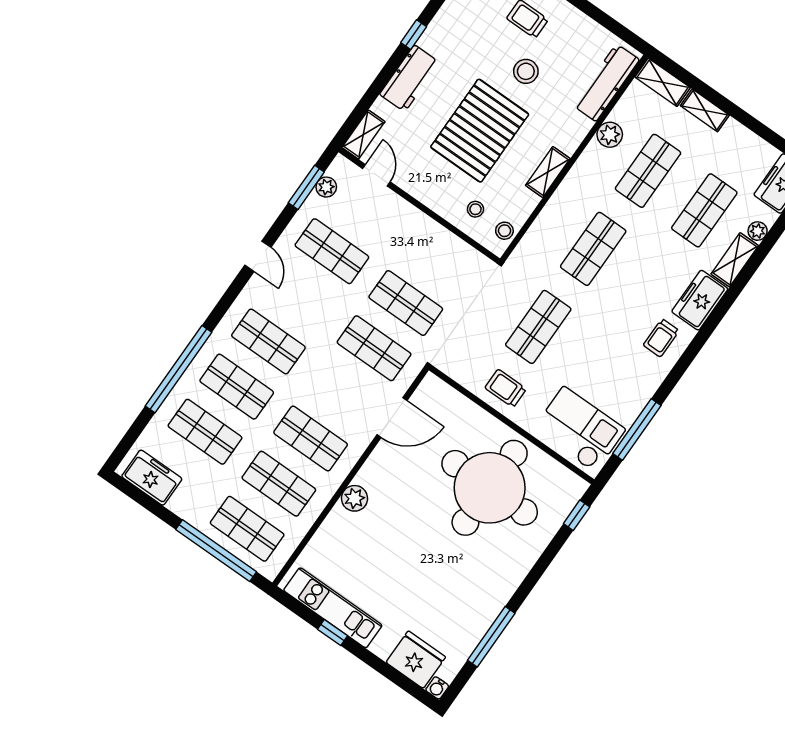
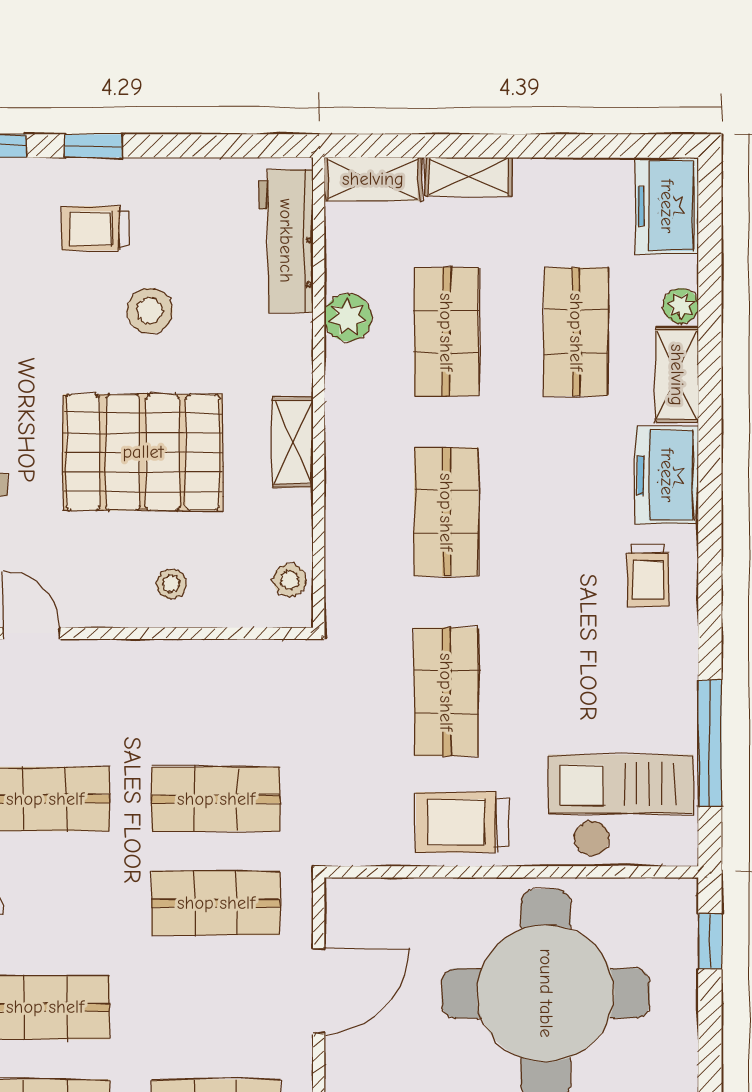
pallet: (480, 131) -> (143, 452), turned 90
stool: (475, 209) -> (171, 584), moved
trolley: (506, 388) -> (463, 822), width x1.36, depth x1.39

